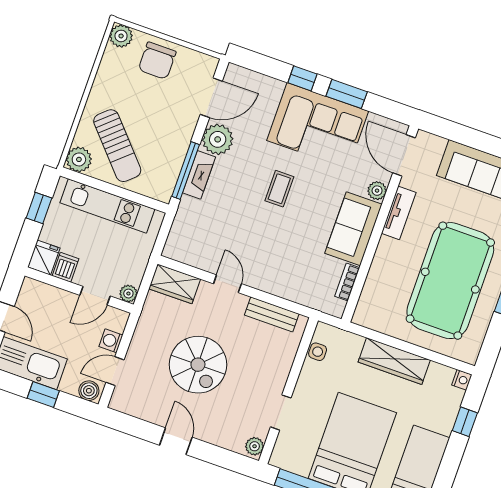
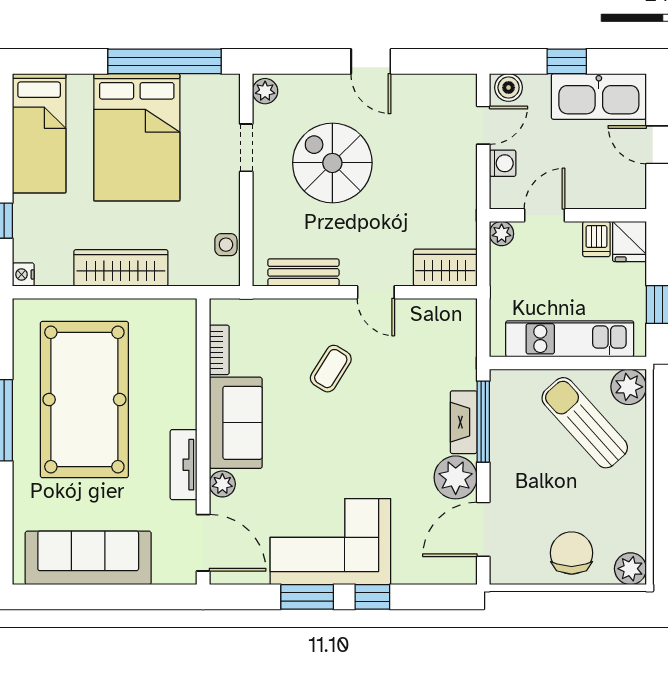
coffee table: (279, 189) -> (331, 369), moved, turned 32
spiral stairs: (198, 365) -> (332, 163), moved

